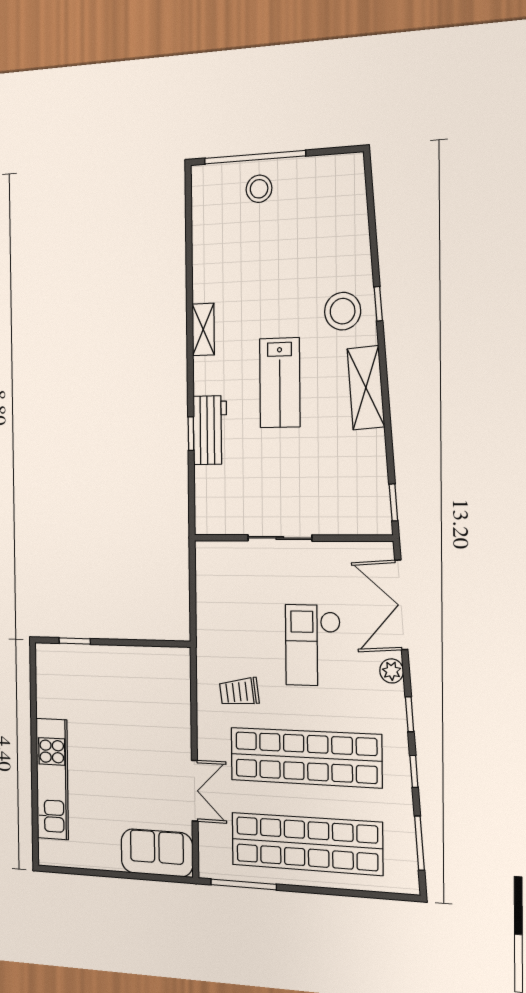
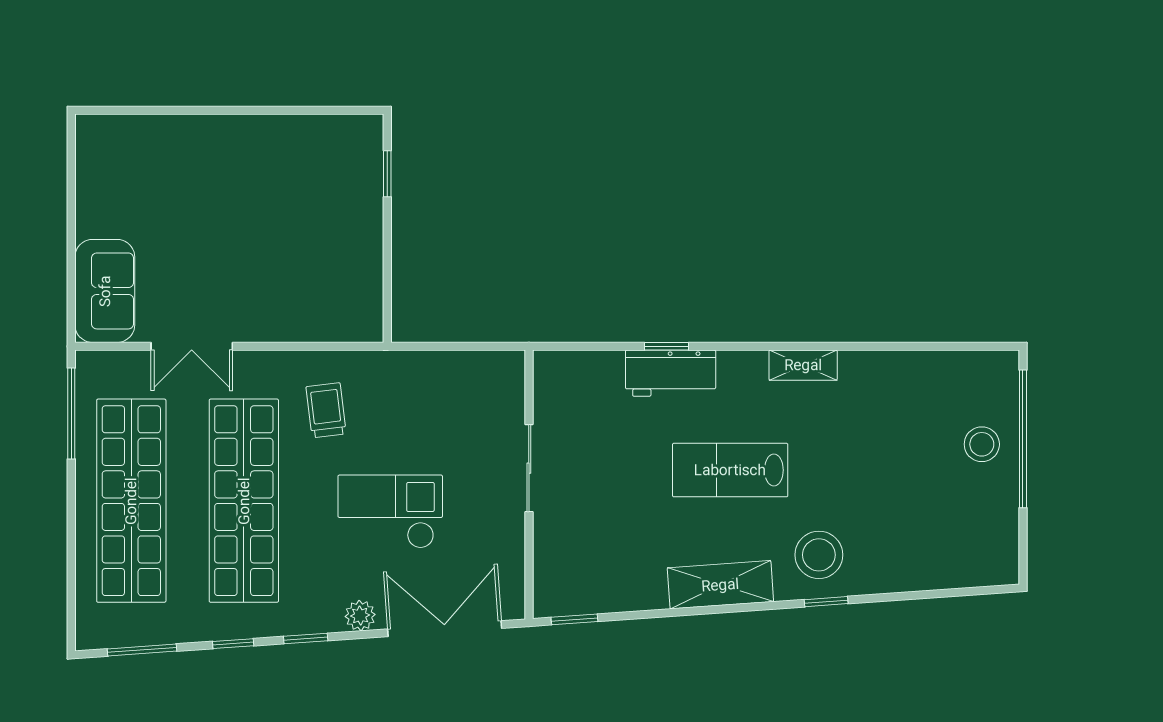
kitchen unit: (52, 779) -> (196, 137), removed

